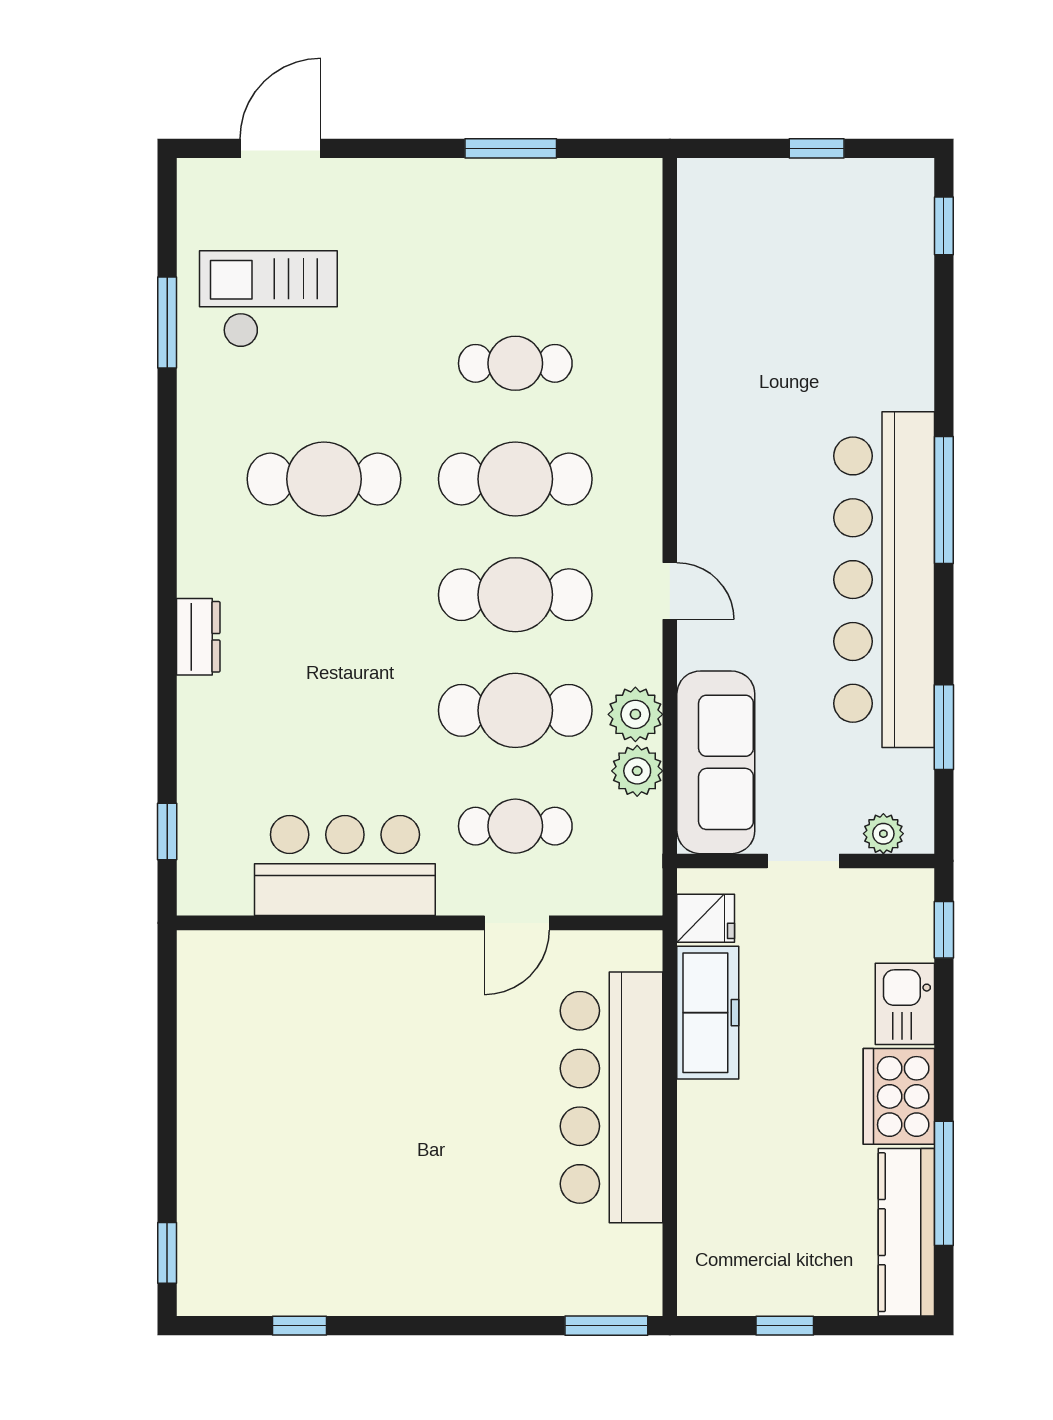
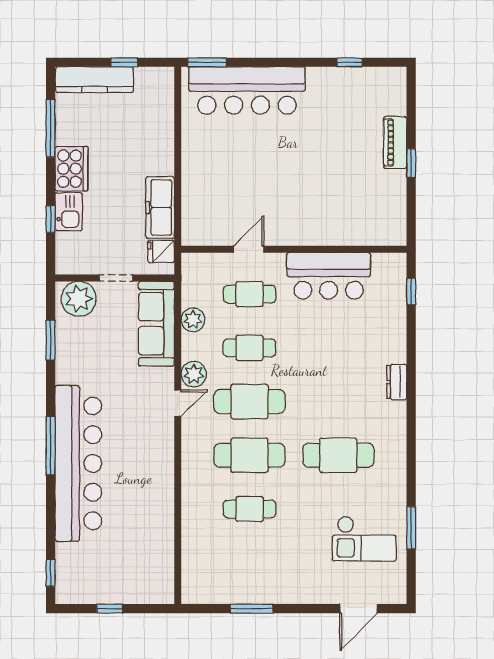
bar counter: (884, 580) -> (78, 463), moved
door: (670, 591) -> (178, 403), swing flipped
cafe table: (515, 710) -> (250, 348), width x0.73, depth x0.74
plant: (635, 714) -> (194, 374), moved
plant: (883, 834) -> (79, 299), width x1.88, depth x1.88
window: (944, 930) -> (51, 219), moved
bar counter: (612, 1097) -> (247, 90), moved, turned 90
piano: (202, 1153) -> (395, 142), added
kitchen counter: (906, 1232) -> (95, 80), moved, turned 90
window: (167, 1253) -> (411, 163), moved

